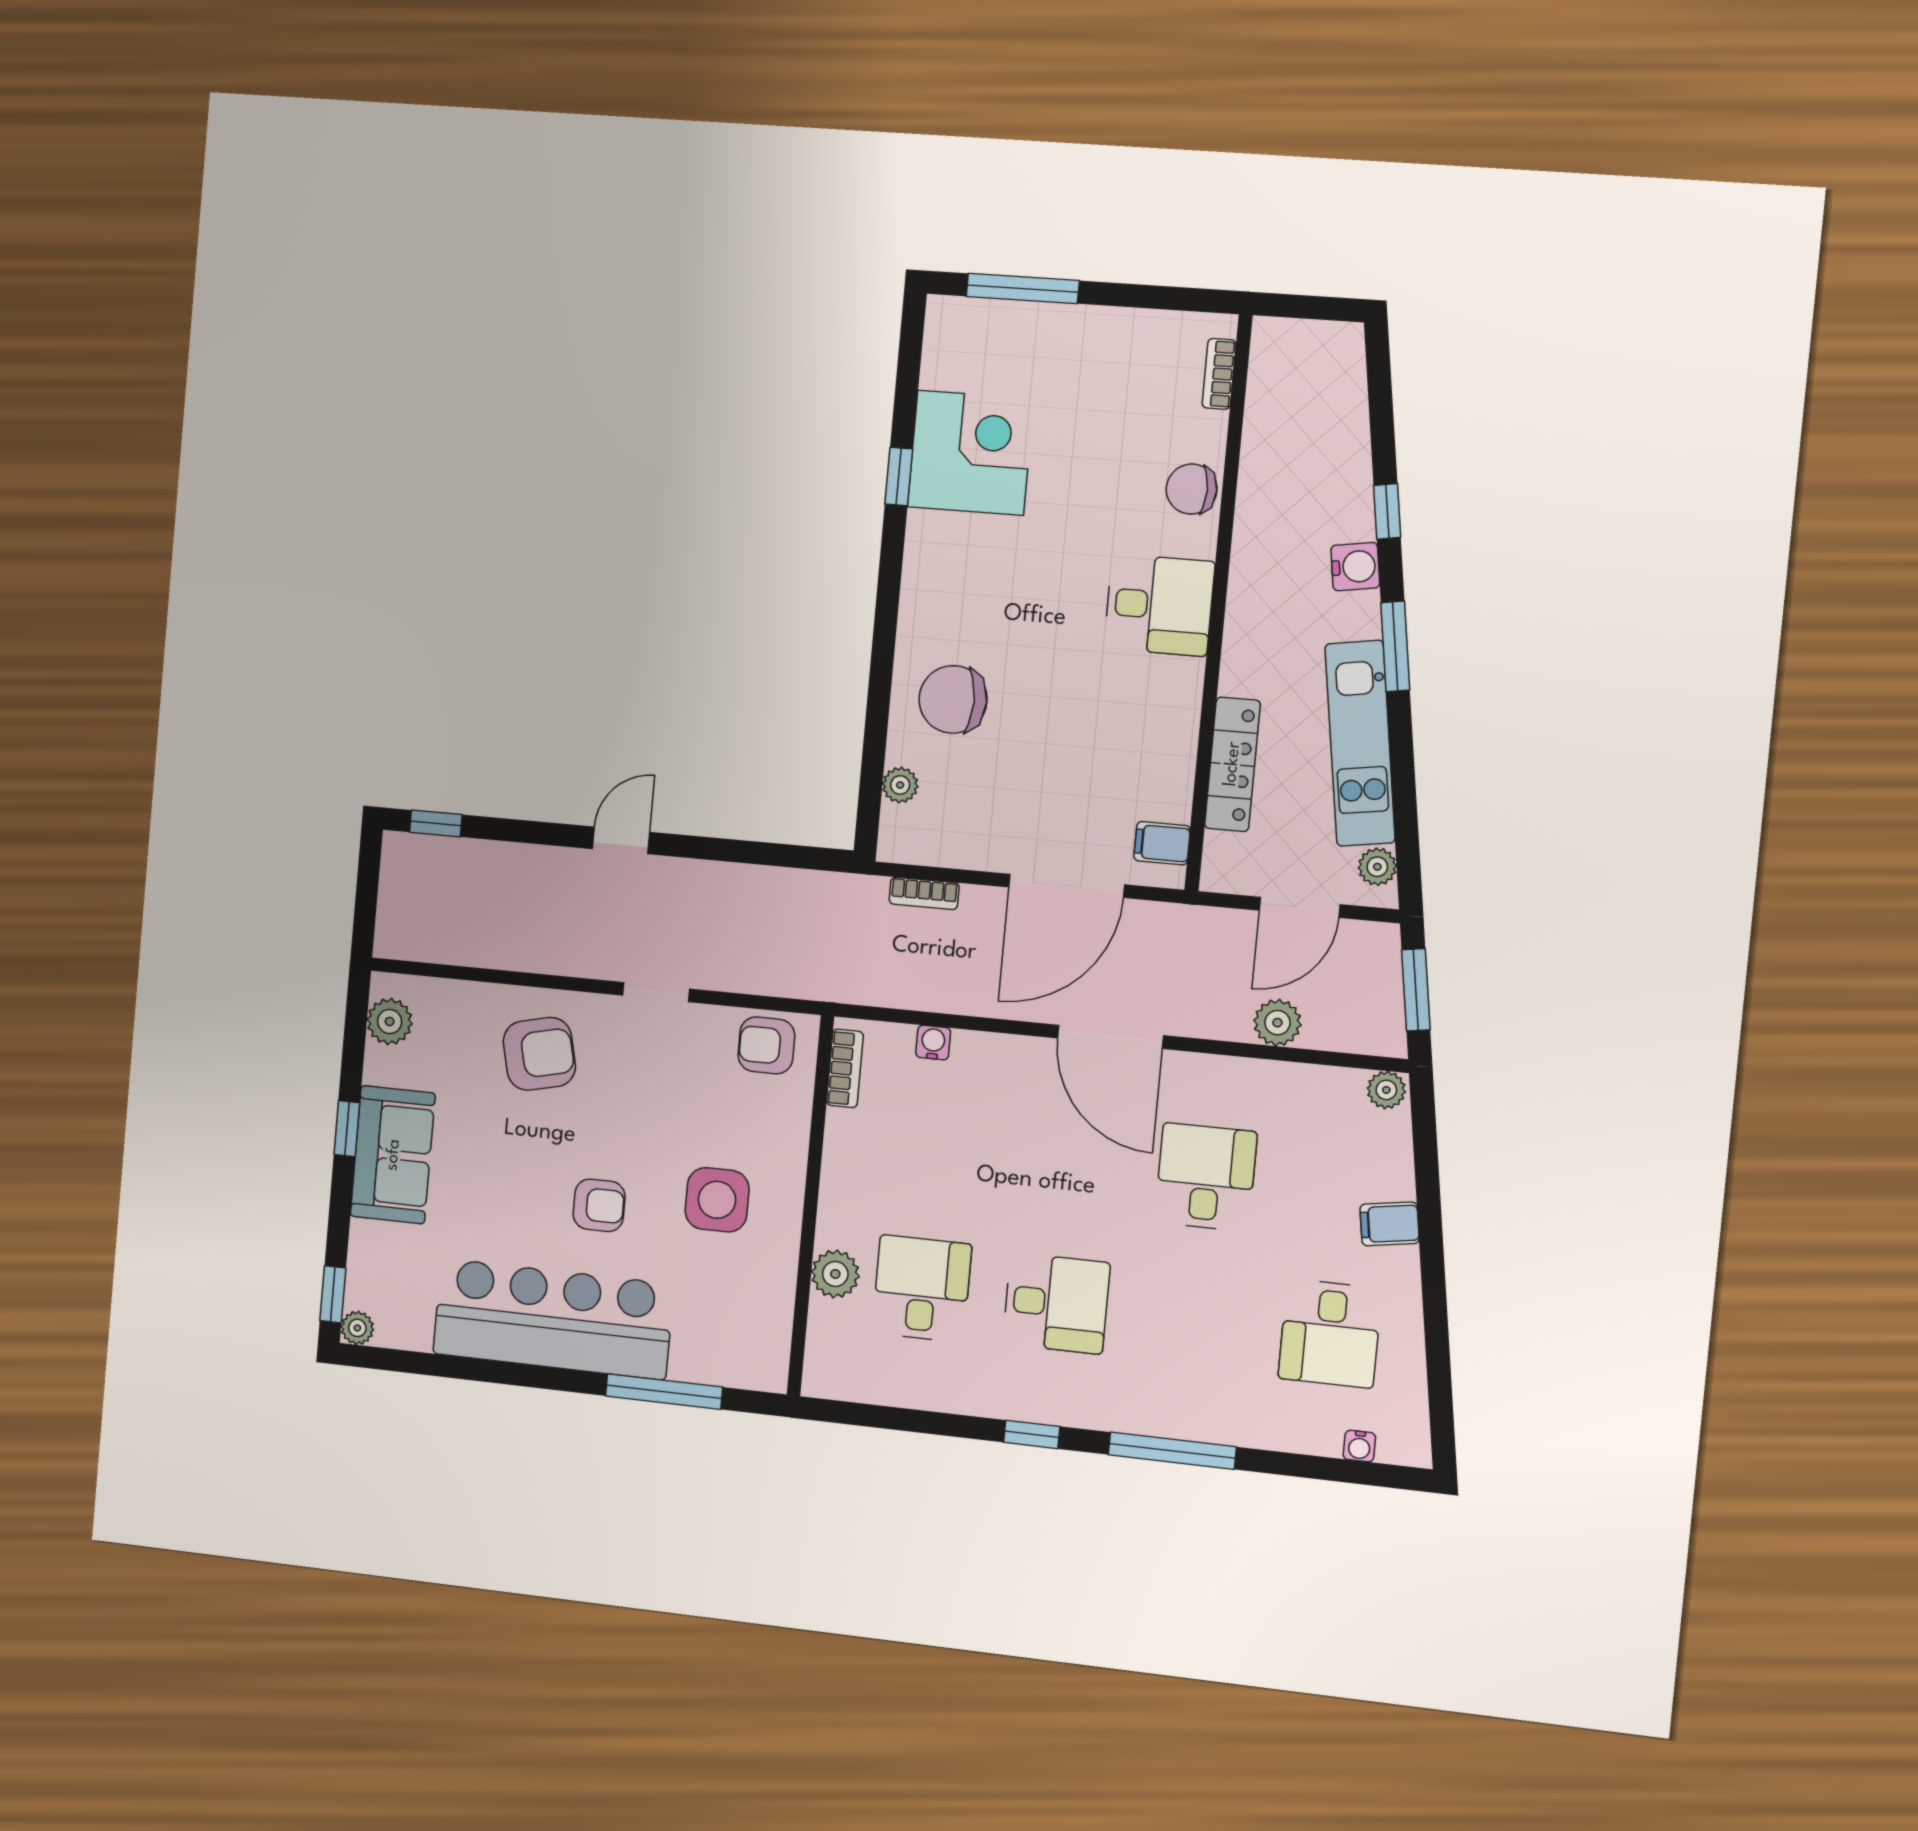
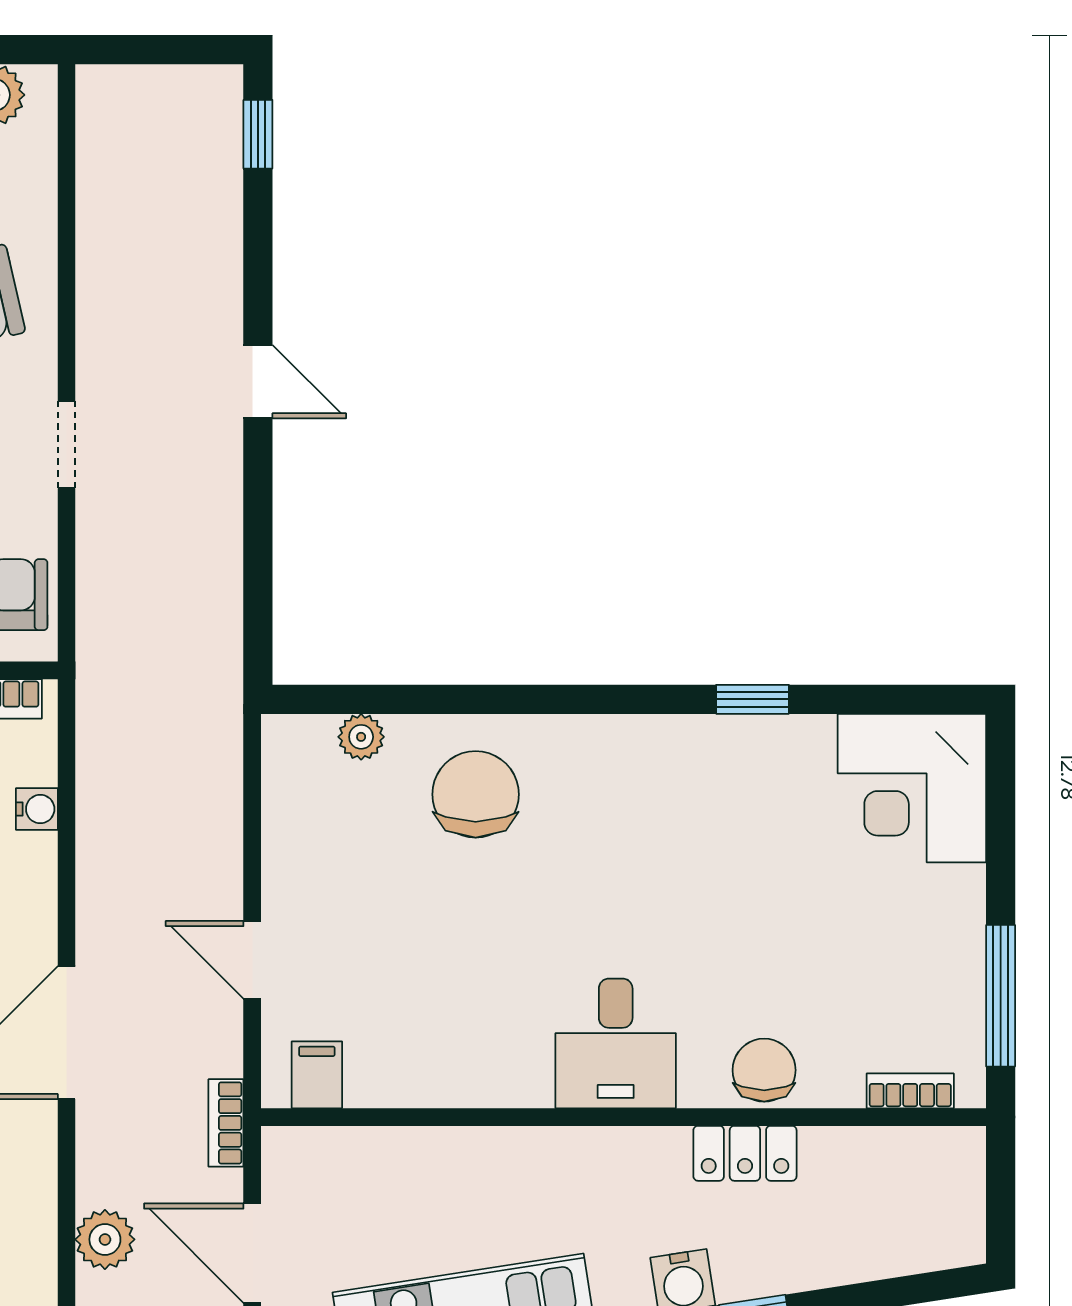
window: (1023, 288) -> (1001, 996), moved
corner desk: (971, 453) -> (912, 788), moved, turned 90
locker: (1232, 764) -> (745, 1153), moved, width x0.66
door: (1066, 886) -> (252, 960), width x0.53
bookcase: (924, 893) -> (226, 1123), moved

